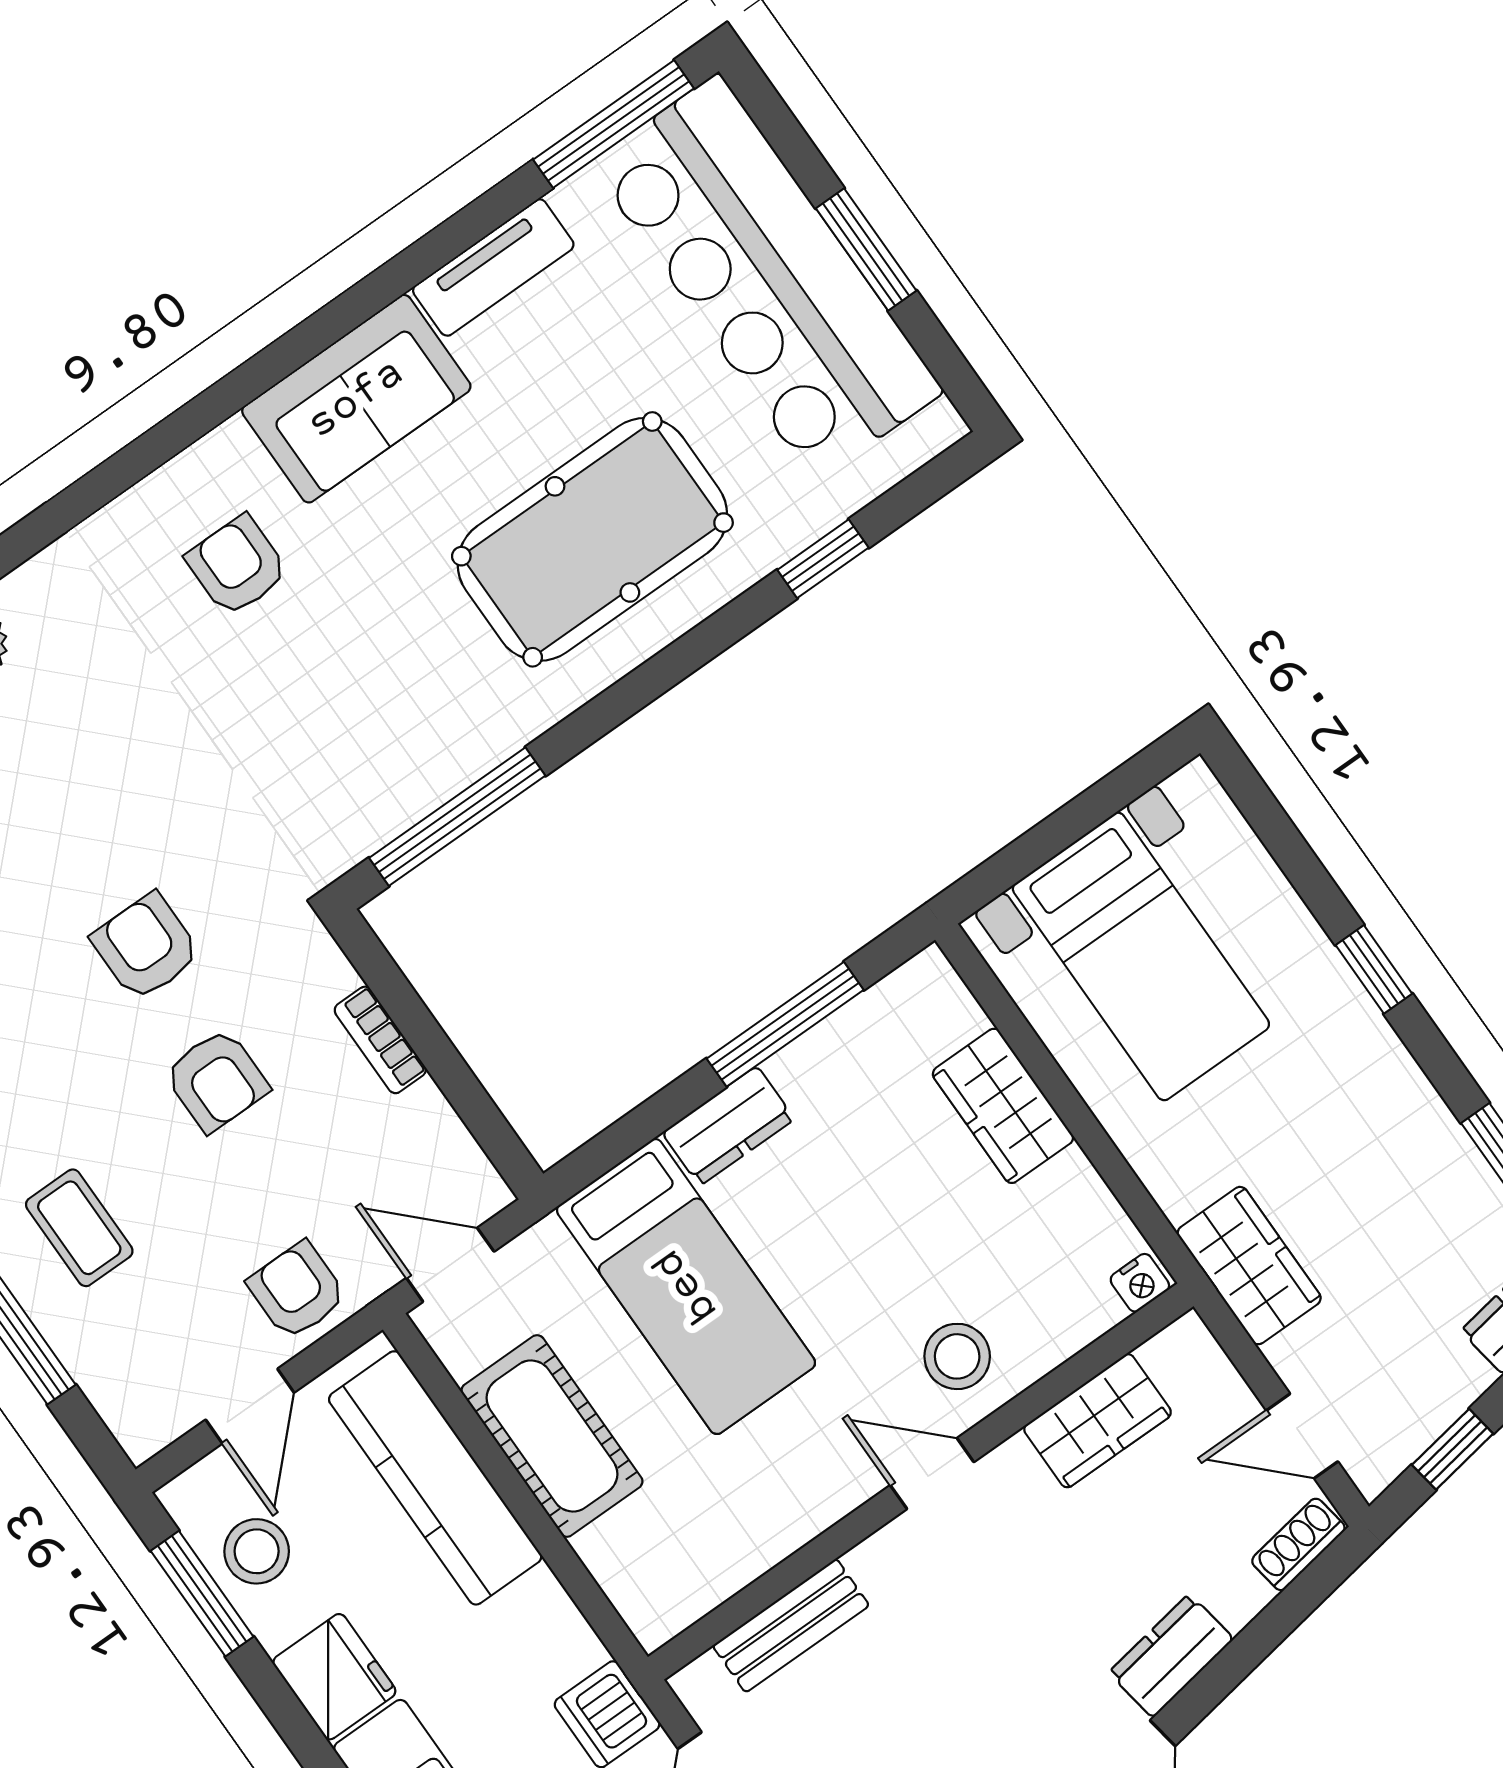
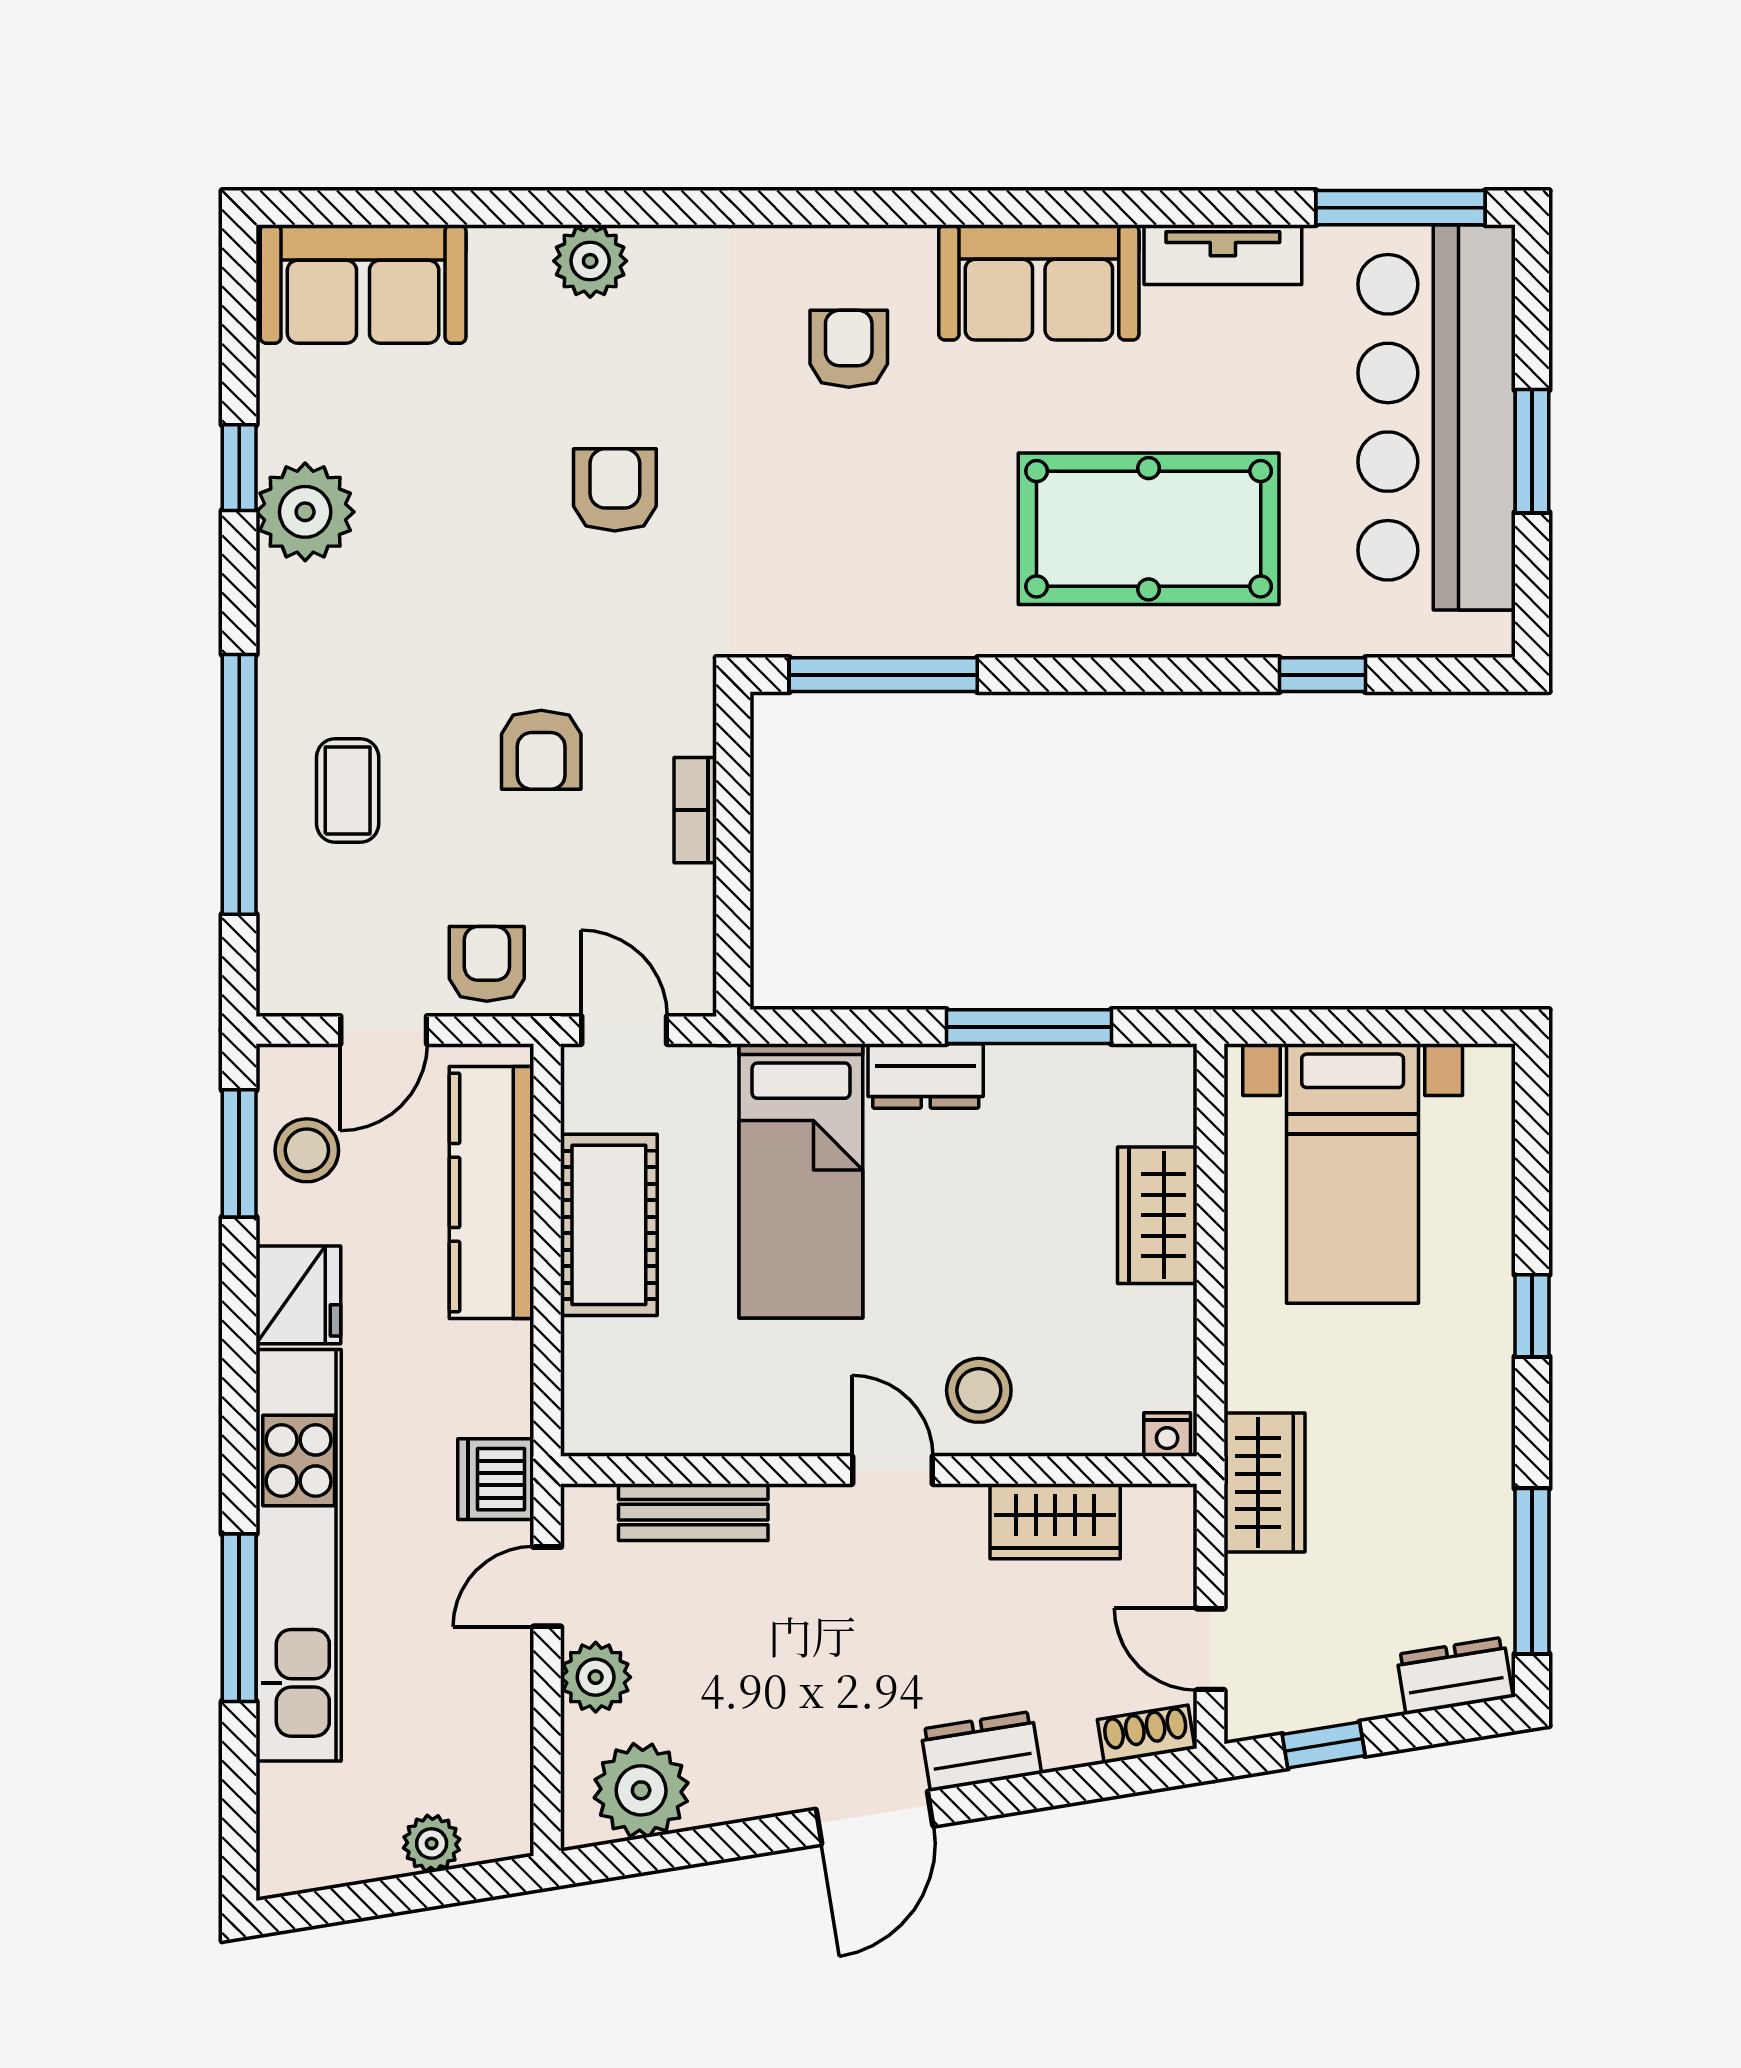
armchair: (146, 947) -> (615, 490), moved

